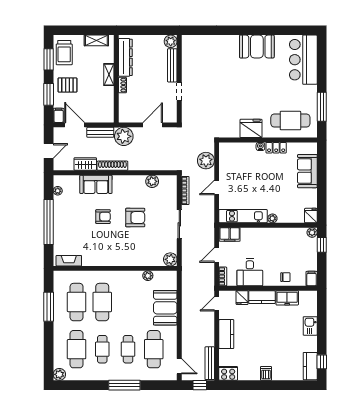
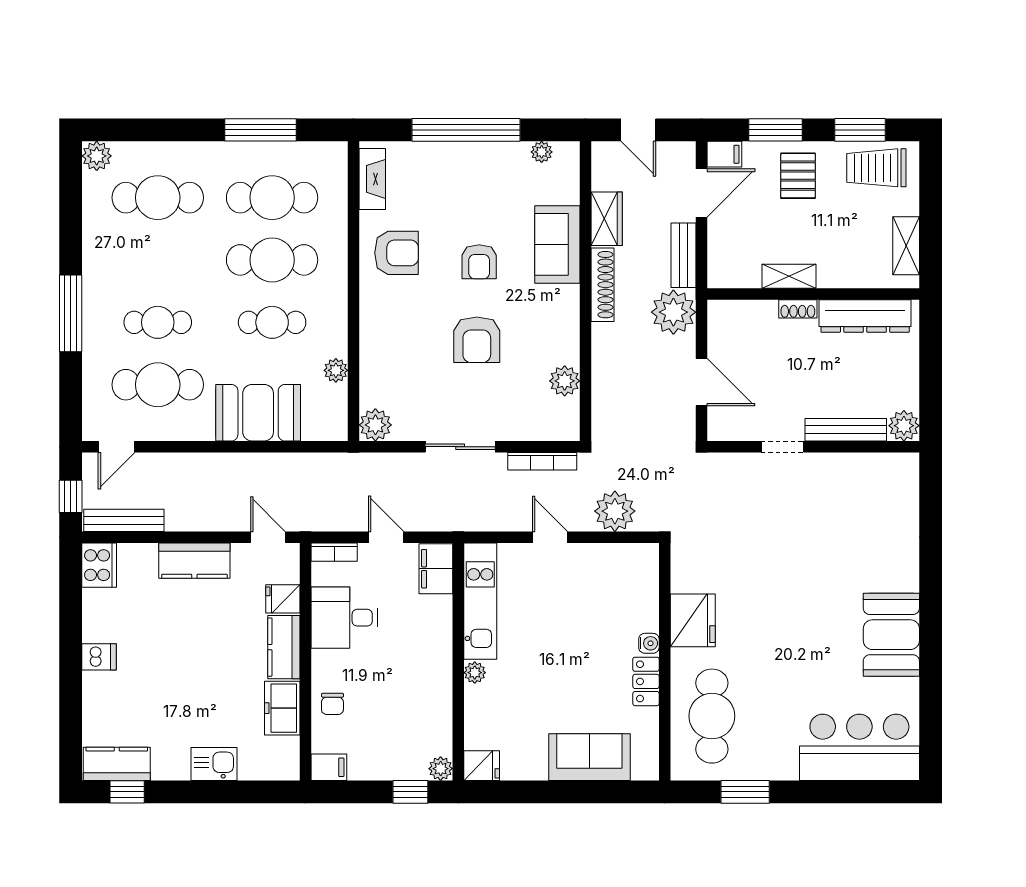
shelving: (109, 75) -> (789, 276), moved
window: (322, 107) -> (745, 792), width x0.69
armchair: (99, 251) -> (396, 253), added
cafe table: (102, 349) -> (272, 322), moved

